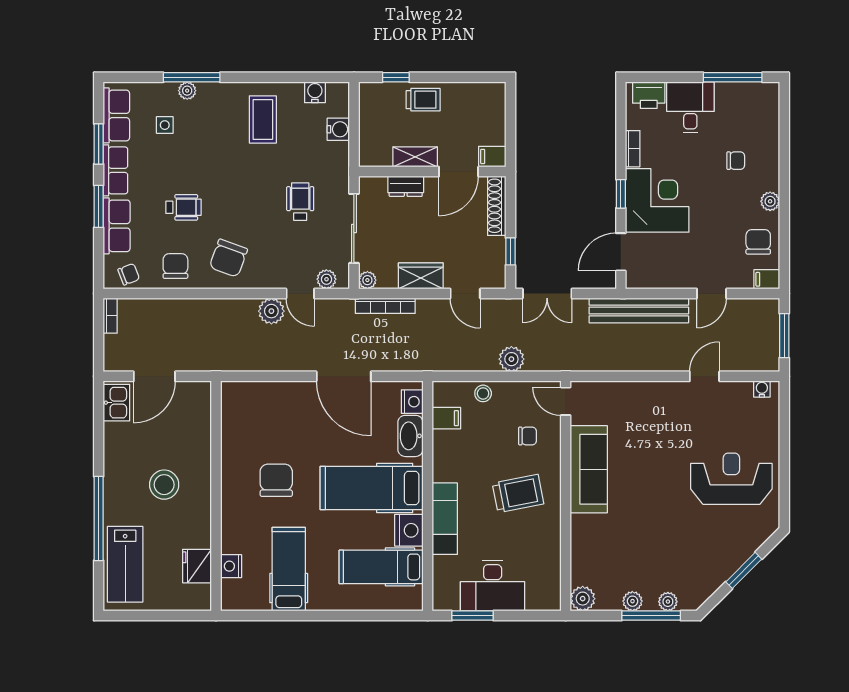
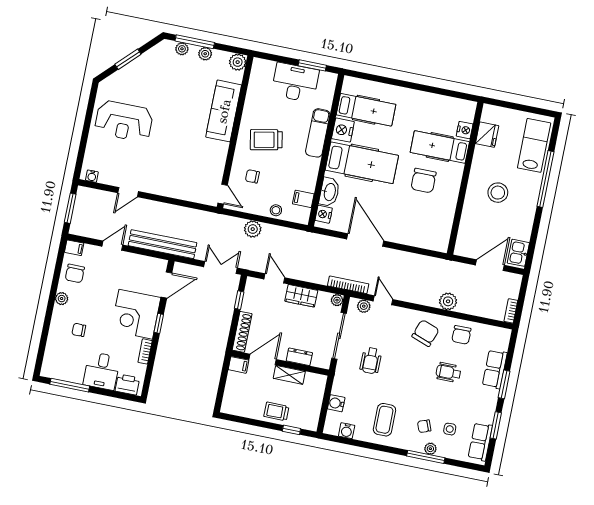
row of seats: (115, 170) -> (488, 406), removed
chair: (129, 274) -> (424, 426), moved
bookcase: (385, 306) -> (348, 285), moved
plant: (271, 311) -> (448, 301), moved
sofa: (589, 469) -> (224, 111), moved
hospital bed: (289, 569) -> (440, 147), moved, turned 90

